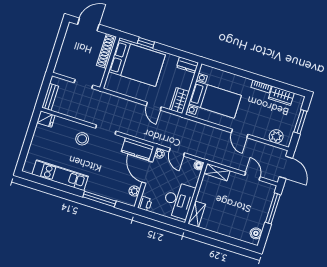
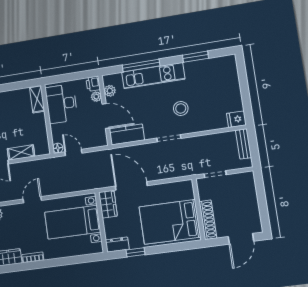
window: (146, 43) -> (135, 252), moved
door: (154, 106) -> (131, 186), width x1.88
door: (240, 133) -> (32, 200), hinge flipped
stool: (82, 139) -> (181, 108), moved
door: (177, 152) -> (73, 152), moved
plant: (159, 154) -> (96, 97), moved
shelving: (217, 172) -> (21, 152), moved
kitchen unit: (60, 175) -> (153, 76), moved
window: (53, 184) -> (195, 57), added

